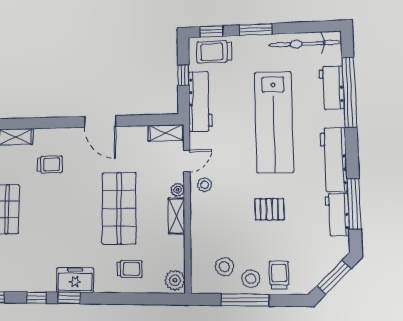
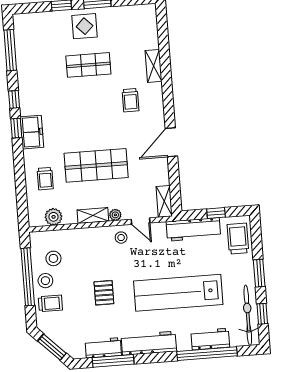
window: (211, 32) -> (262, 314), moved
plant: (175, 280) -> (54, 217), moved
window: (245, 300) -> (28, 277), width x1.46

